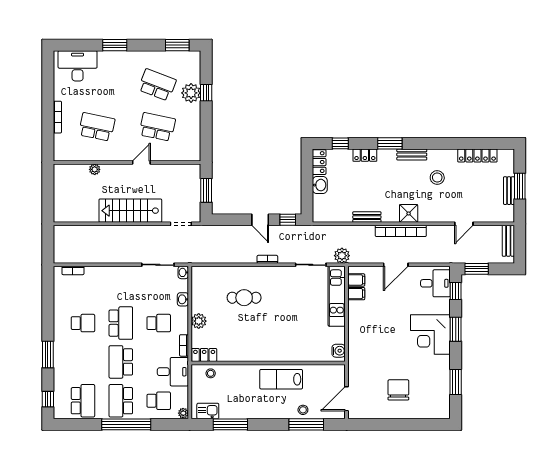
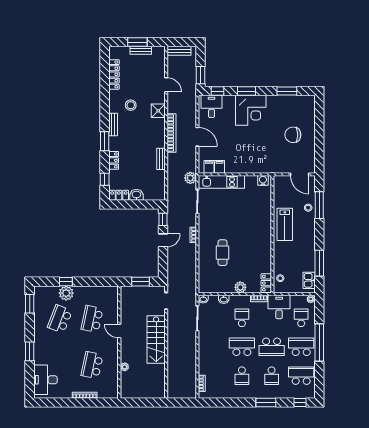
shower: (409, 213) -> (158, 111), moved
school desk: (83, 323) -> (242, 376), turned 180
school desk: (83, 362) -> (272, 376), added
school desk: (121, 401) -> (301, 347), turned 180

